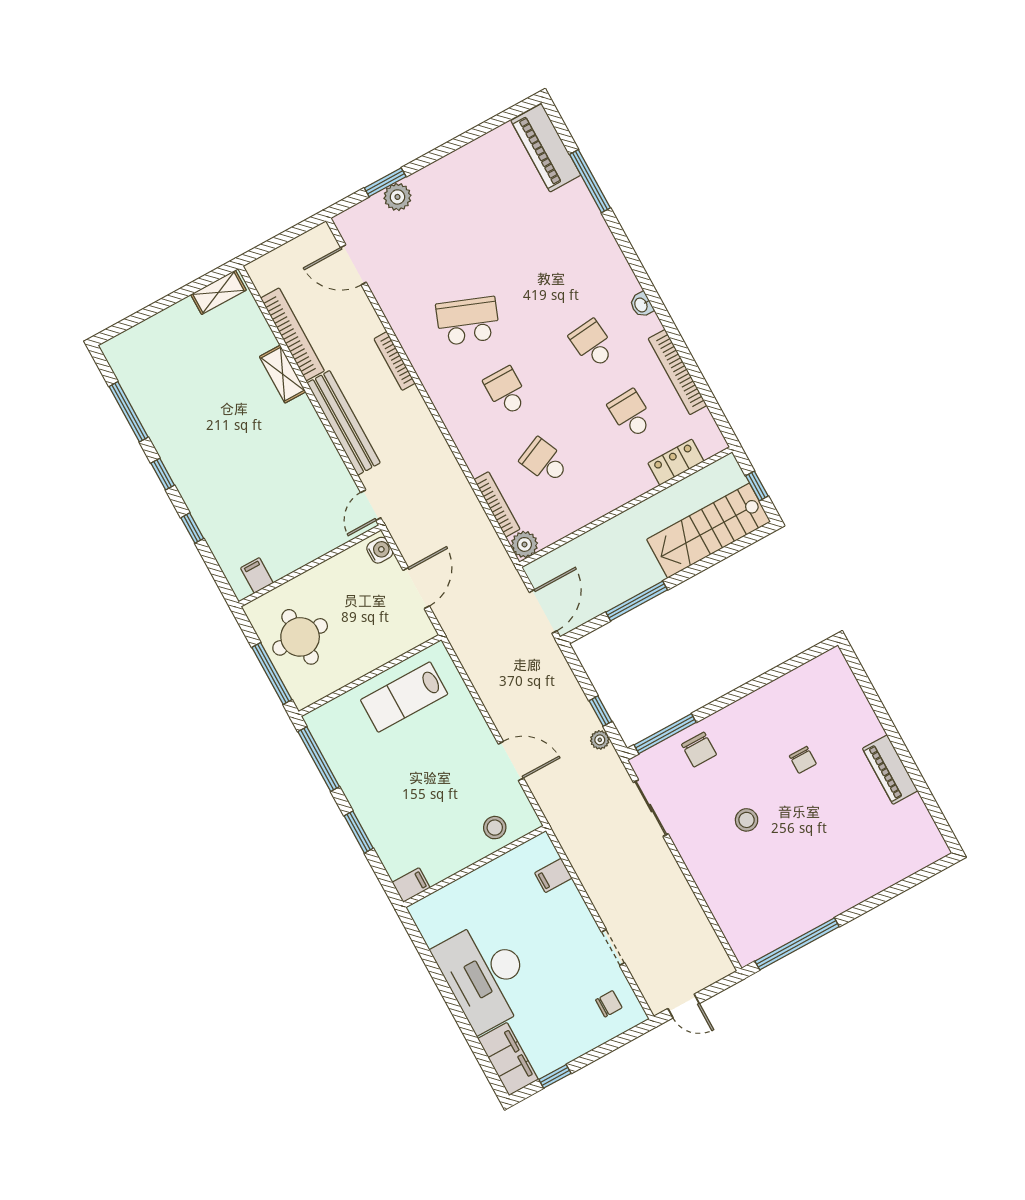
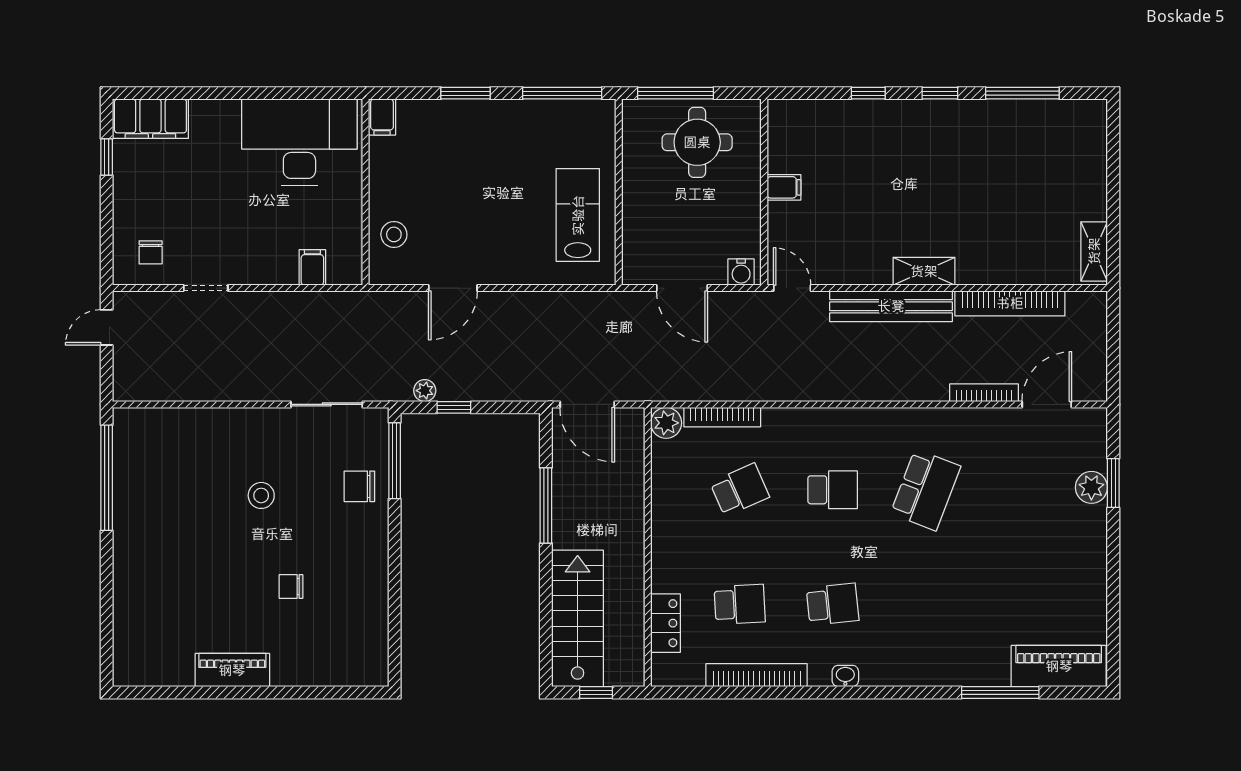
bookcase: (395, 361) -> (984, 393), moved
shelving: (283, 374) -> (924, 271), moved
filing cabinet: (257, 575) -> (784, 187), moved
desk: (485, 975) -> (299, 142), moved

